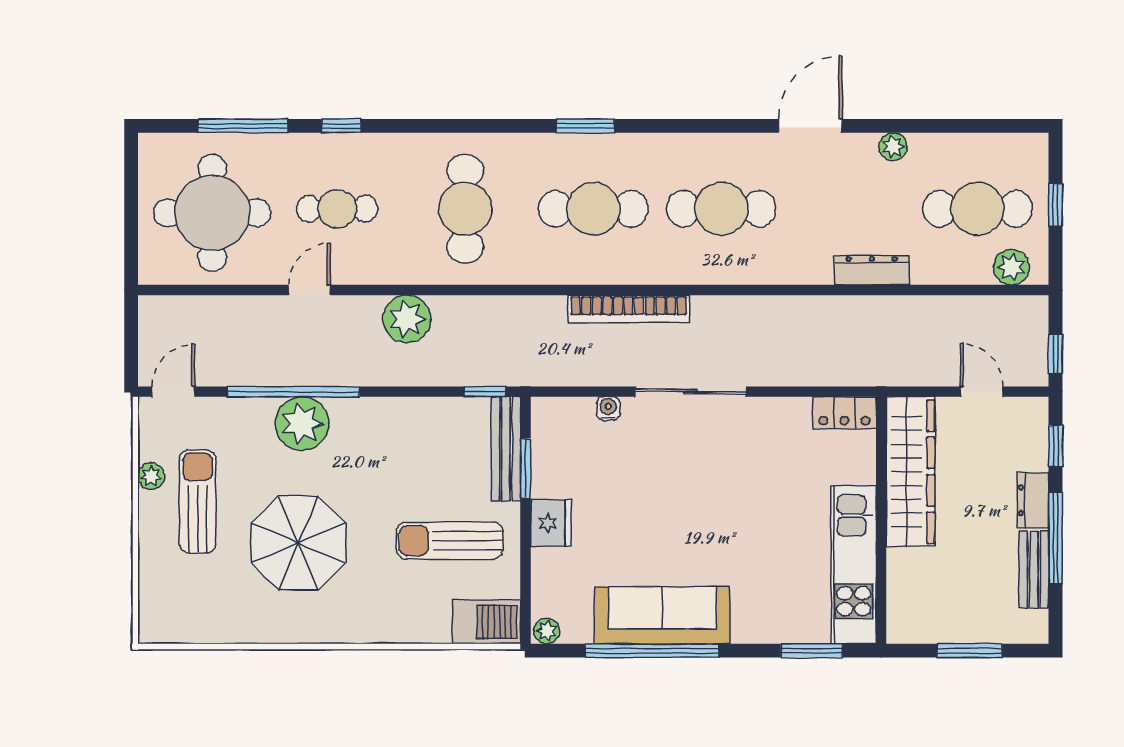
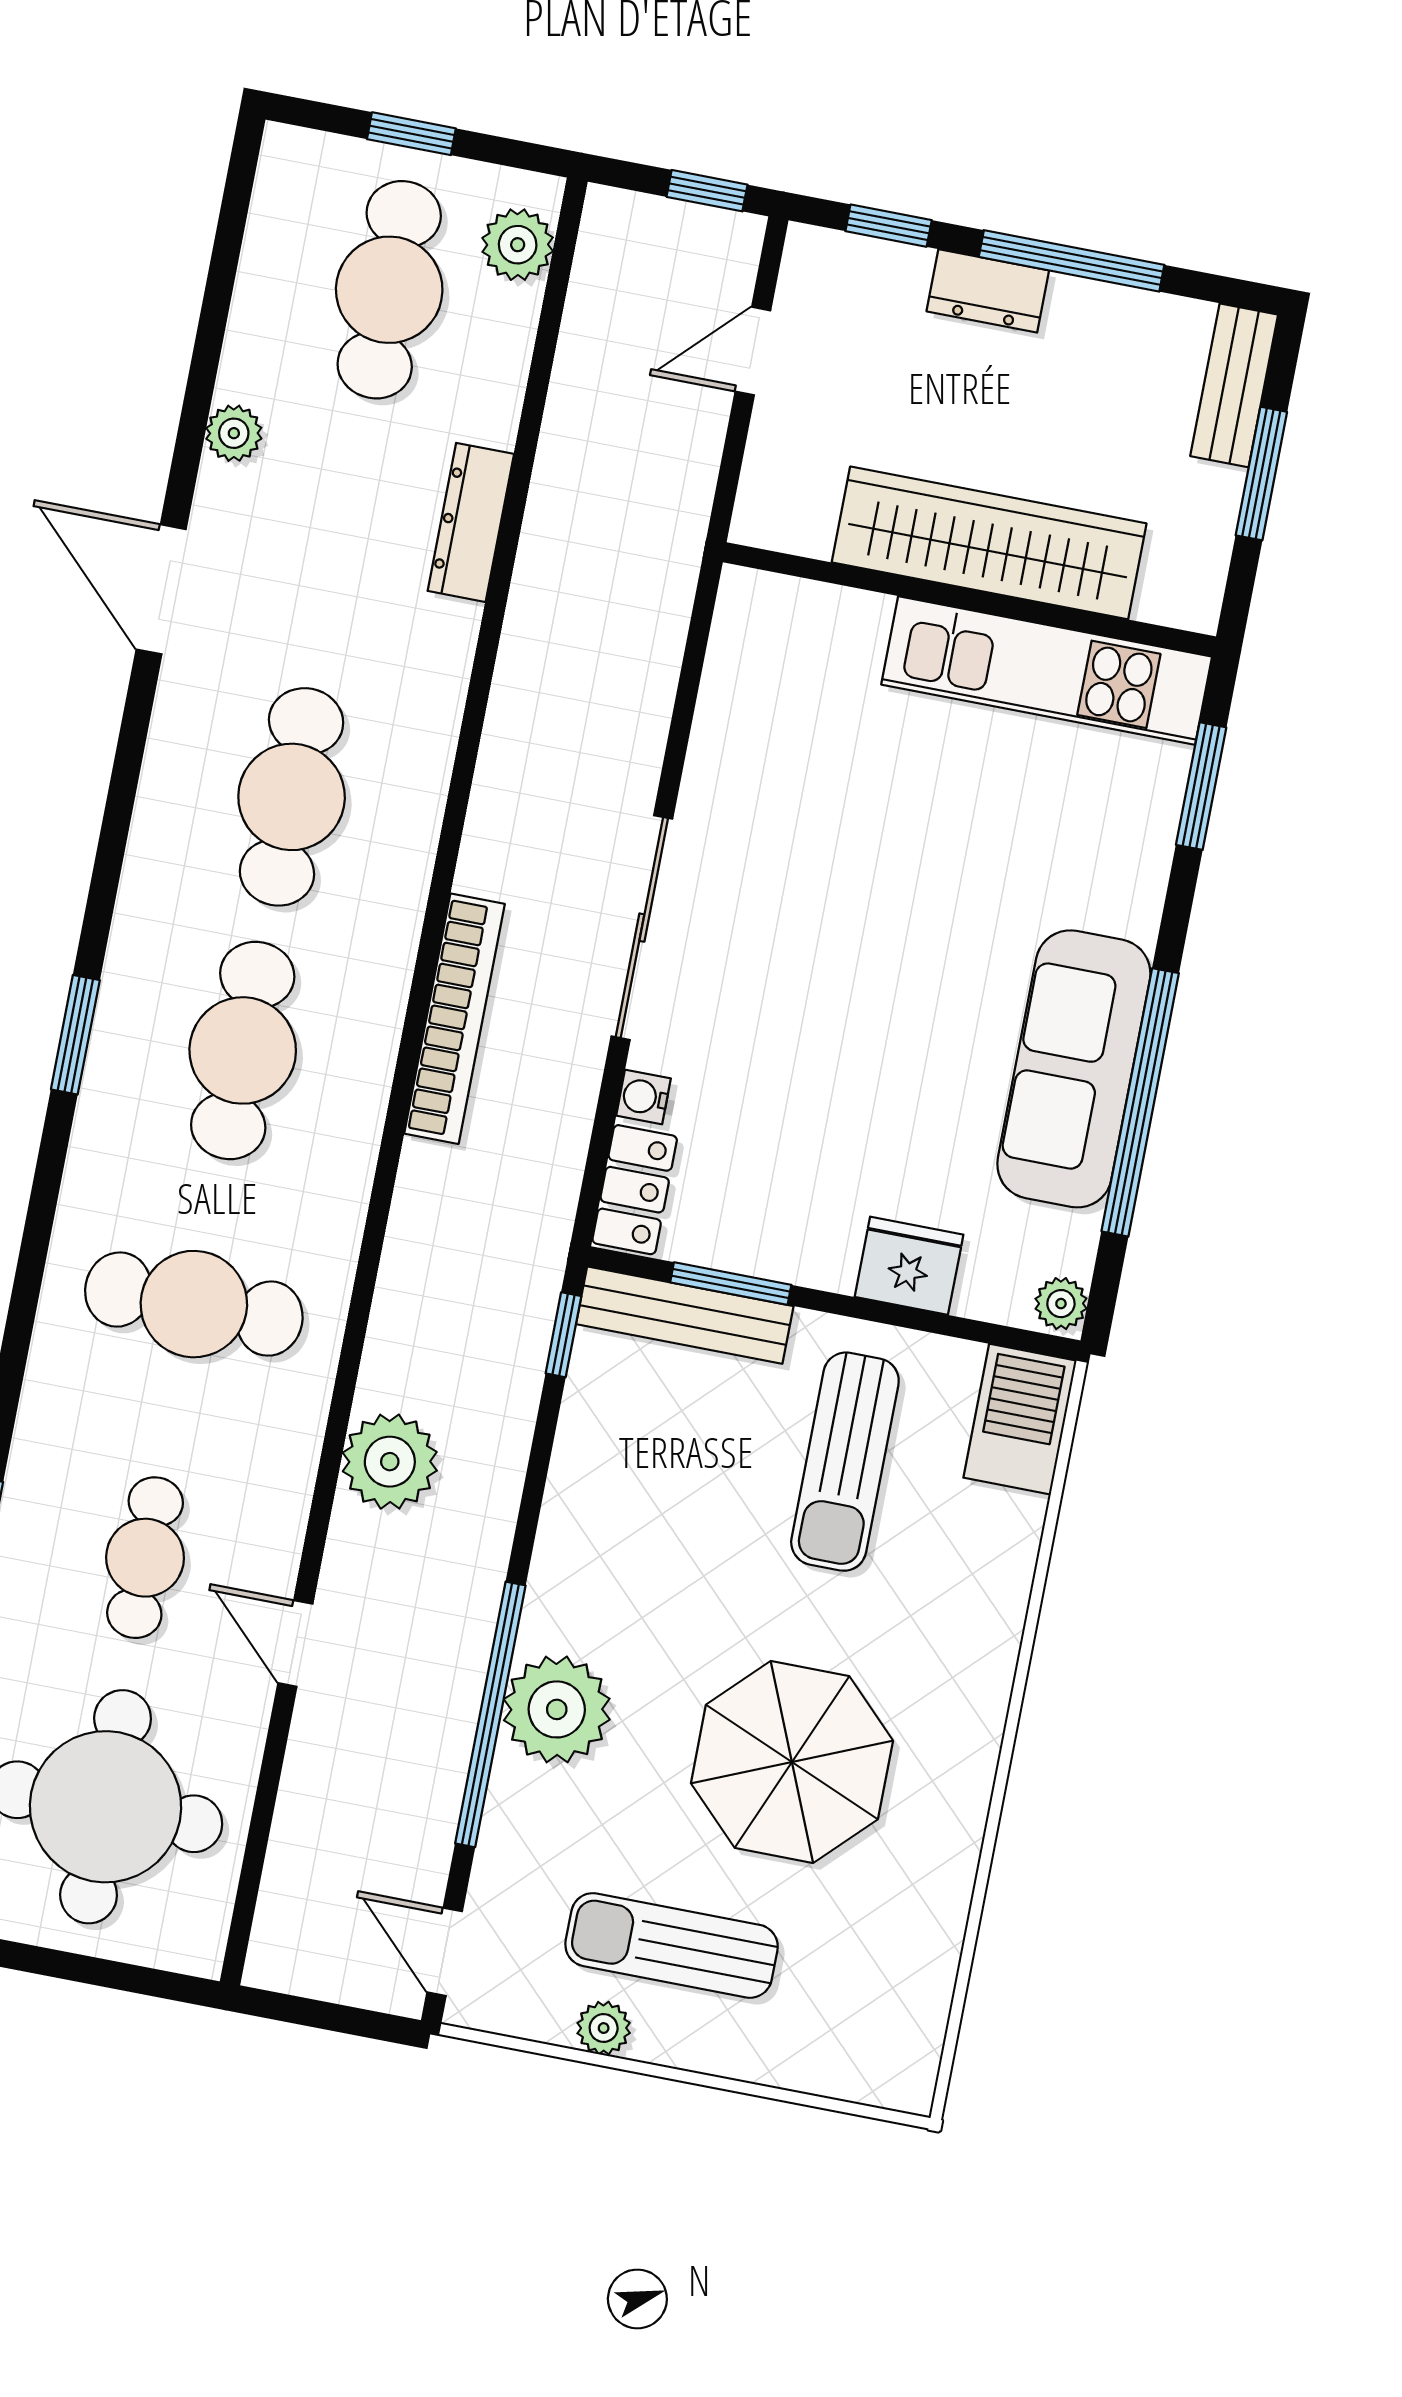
locker: (844, 413) -> (635, 1190), moved
wardrobe: (910, 472) -> (989, 543), moved
fridge: (551, 523) -> (909, 1266), moved
bench: (1034, 570) -> (1234, 385), moved, turned 90

